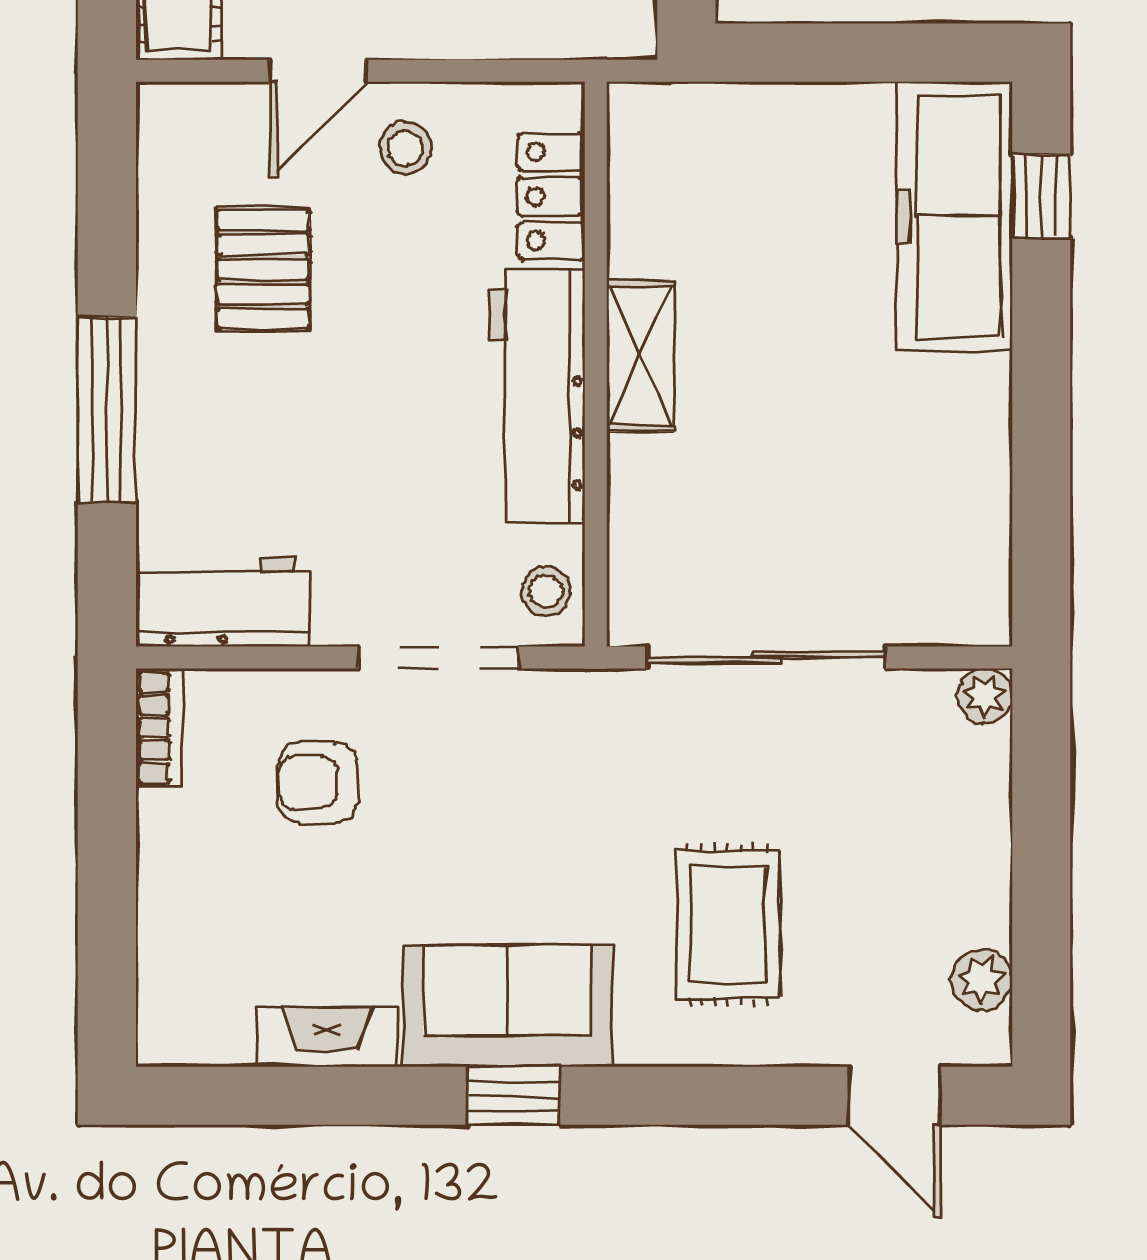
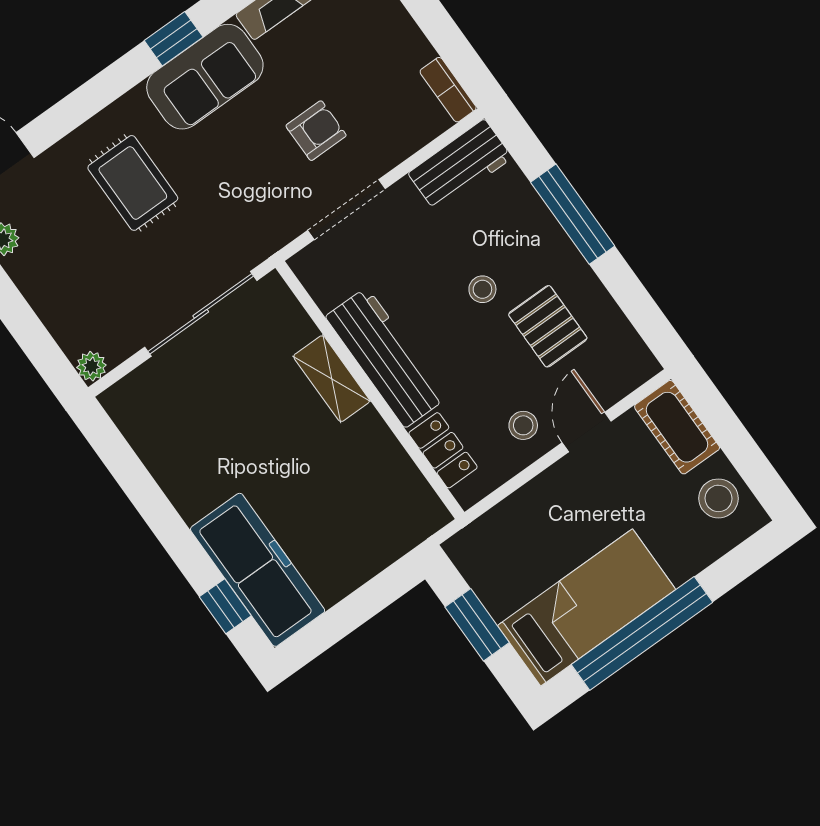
shelving: (641, 356) -> (332, 379), moved
stool: (546, 591) -> (482, 289), moved
armchair: (318, 782) -> (316, 131), moved

